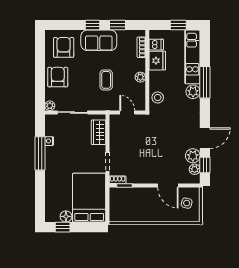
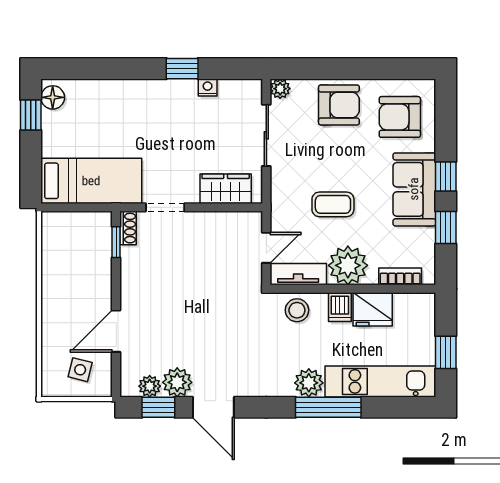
dishwasher: (156, 45) -> (340, 307), moved
armchair: (64, 47) -> (400, 117), turned 180
plant: (140, 77) -> (348, 265), width x1.88, depth x1.88
tv unit: (140, 97) -> (298, 274), added
window: (40, 153) -> (182, 69), width x0.46
bed: (89, 198) -> (91, 181), width x0.67
floor lamp: (66, 216) -> (53, 97), moved

